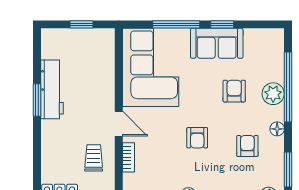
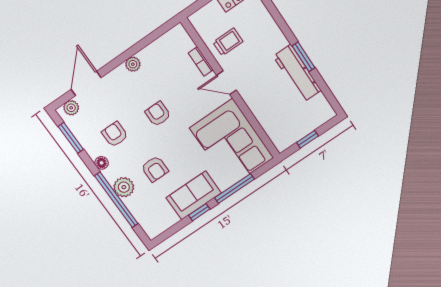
armchair: (247, 146) -> (115, 134), turned 180
trolley: (94, 158) -> (228, 42), turned -90

